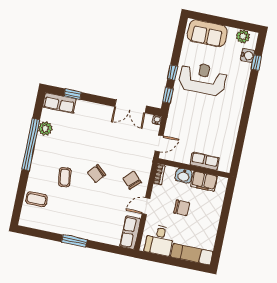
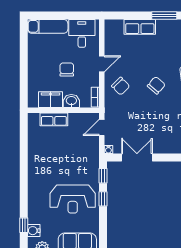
chair: (182, 208) -> (67, 69), turned 90
row of seats: (130, 233) -> (140, 27), moved, turned 90

